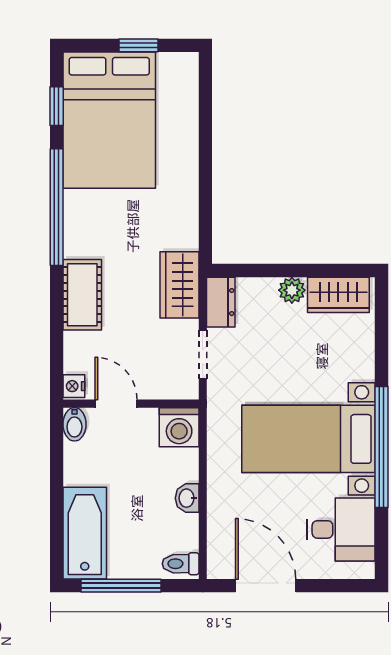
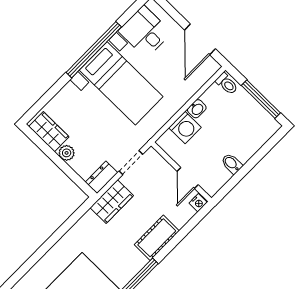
bidet: (74, 424) -> (232, 164), moved, turned -90
washing machine: (179, 427) -> (185, 128), moved, turned 90
bathtub: (85, 533) -> (254, 136), removed

